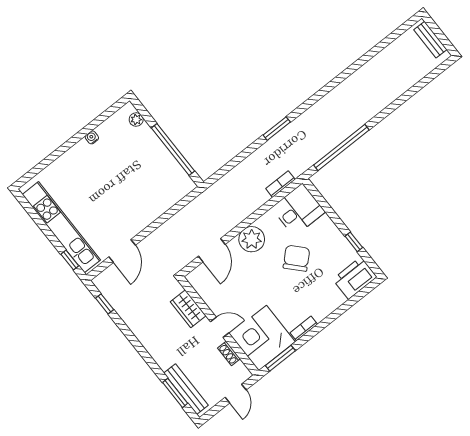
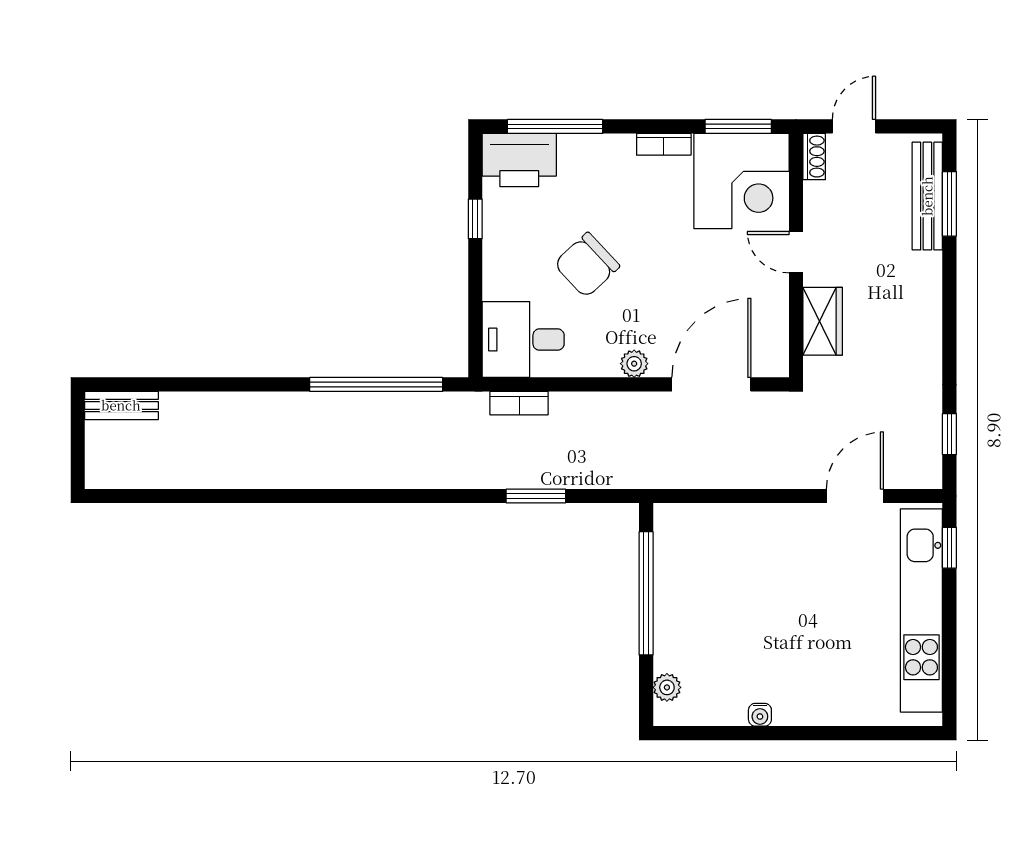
bench: (430, 40) -> (121, 405), moved, turned 90
window: (277, 129) -> (536, 496), moved
plant: (252, 239) -> (634, 364), width x0.53, depth x0.53
door: (212, 250) -> (711, 384), width x1.36
window: (351, 302) -> (555, 126), added
shoe rack: (229, 353) -> (814, 157), moved

